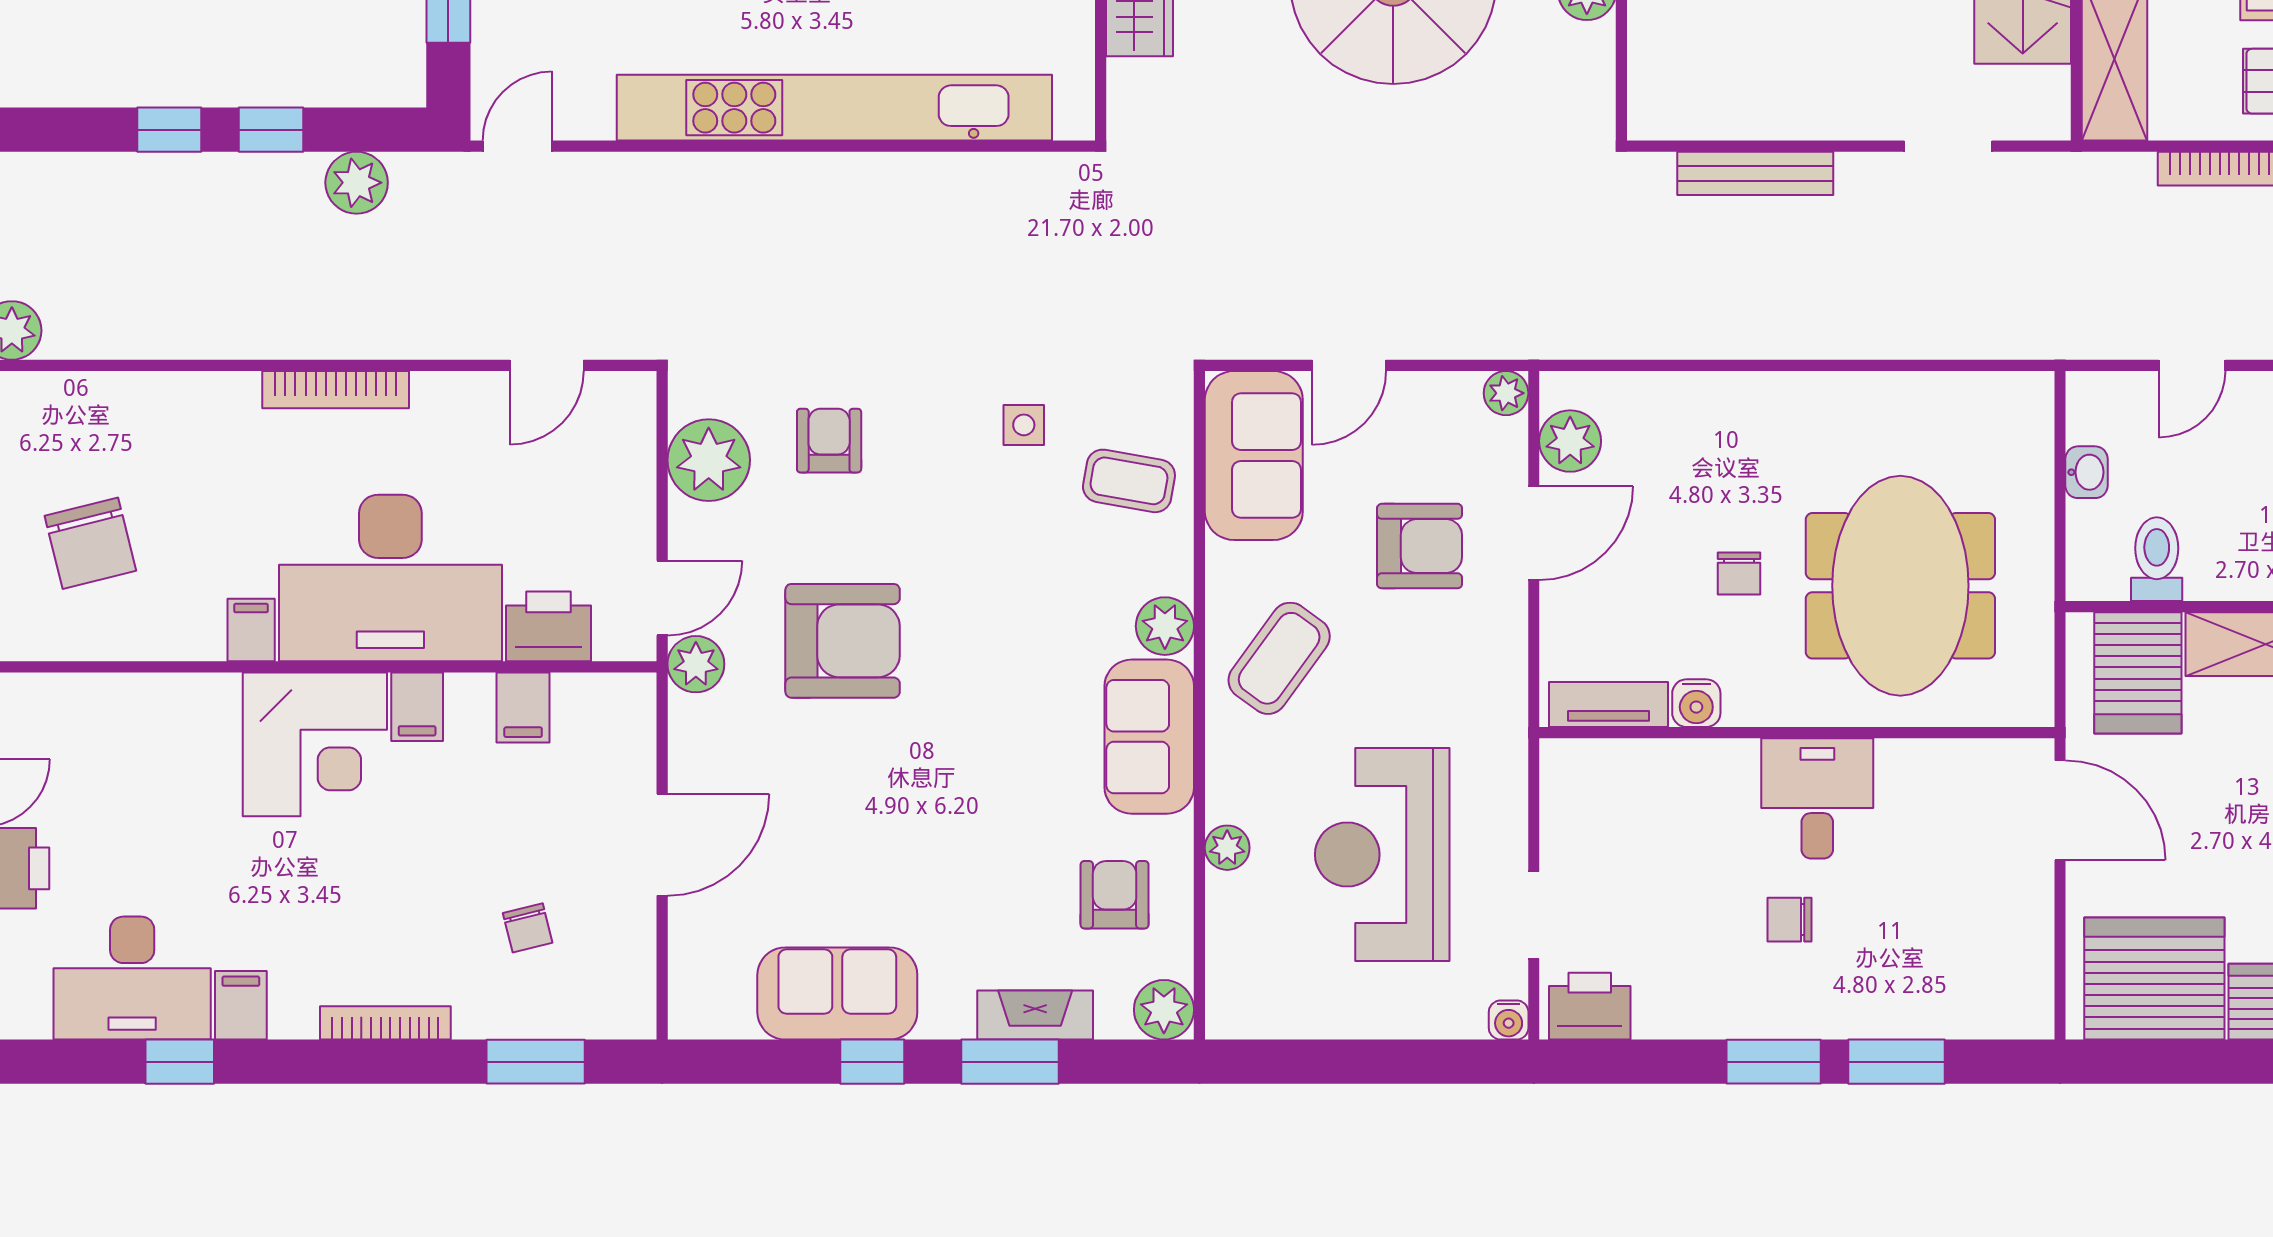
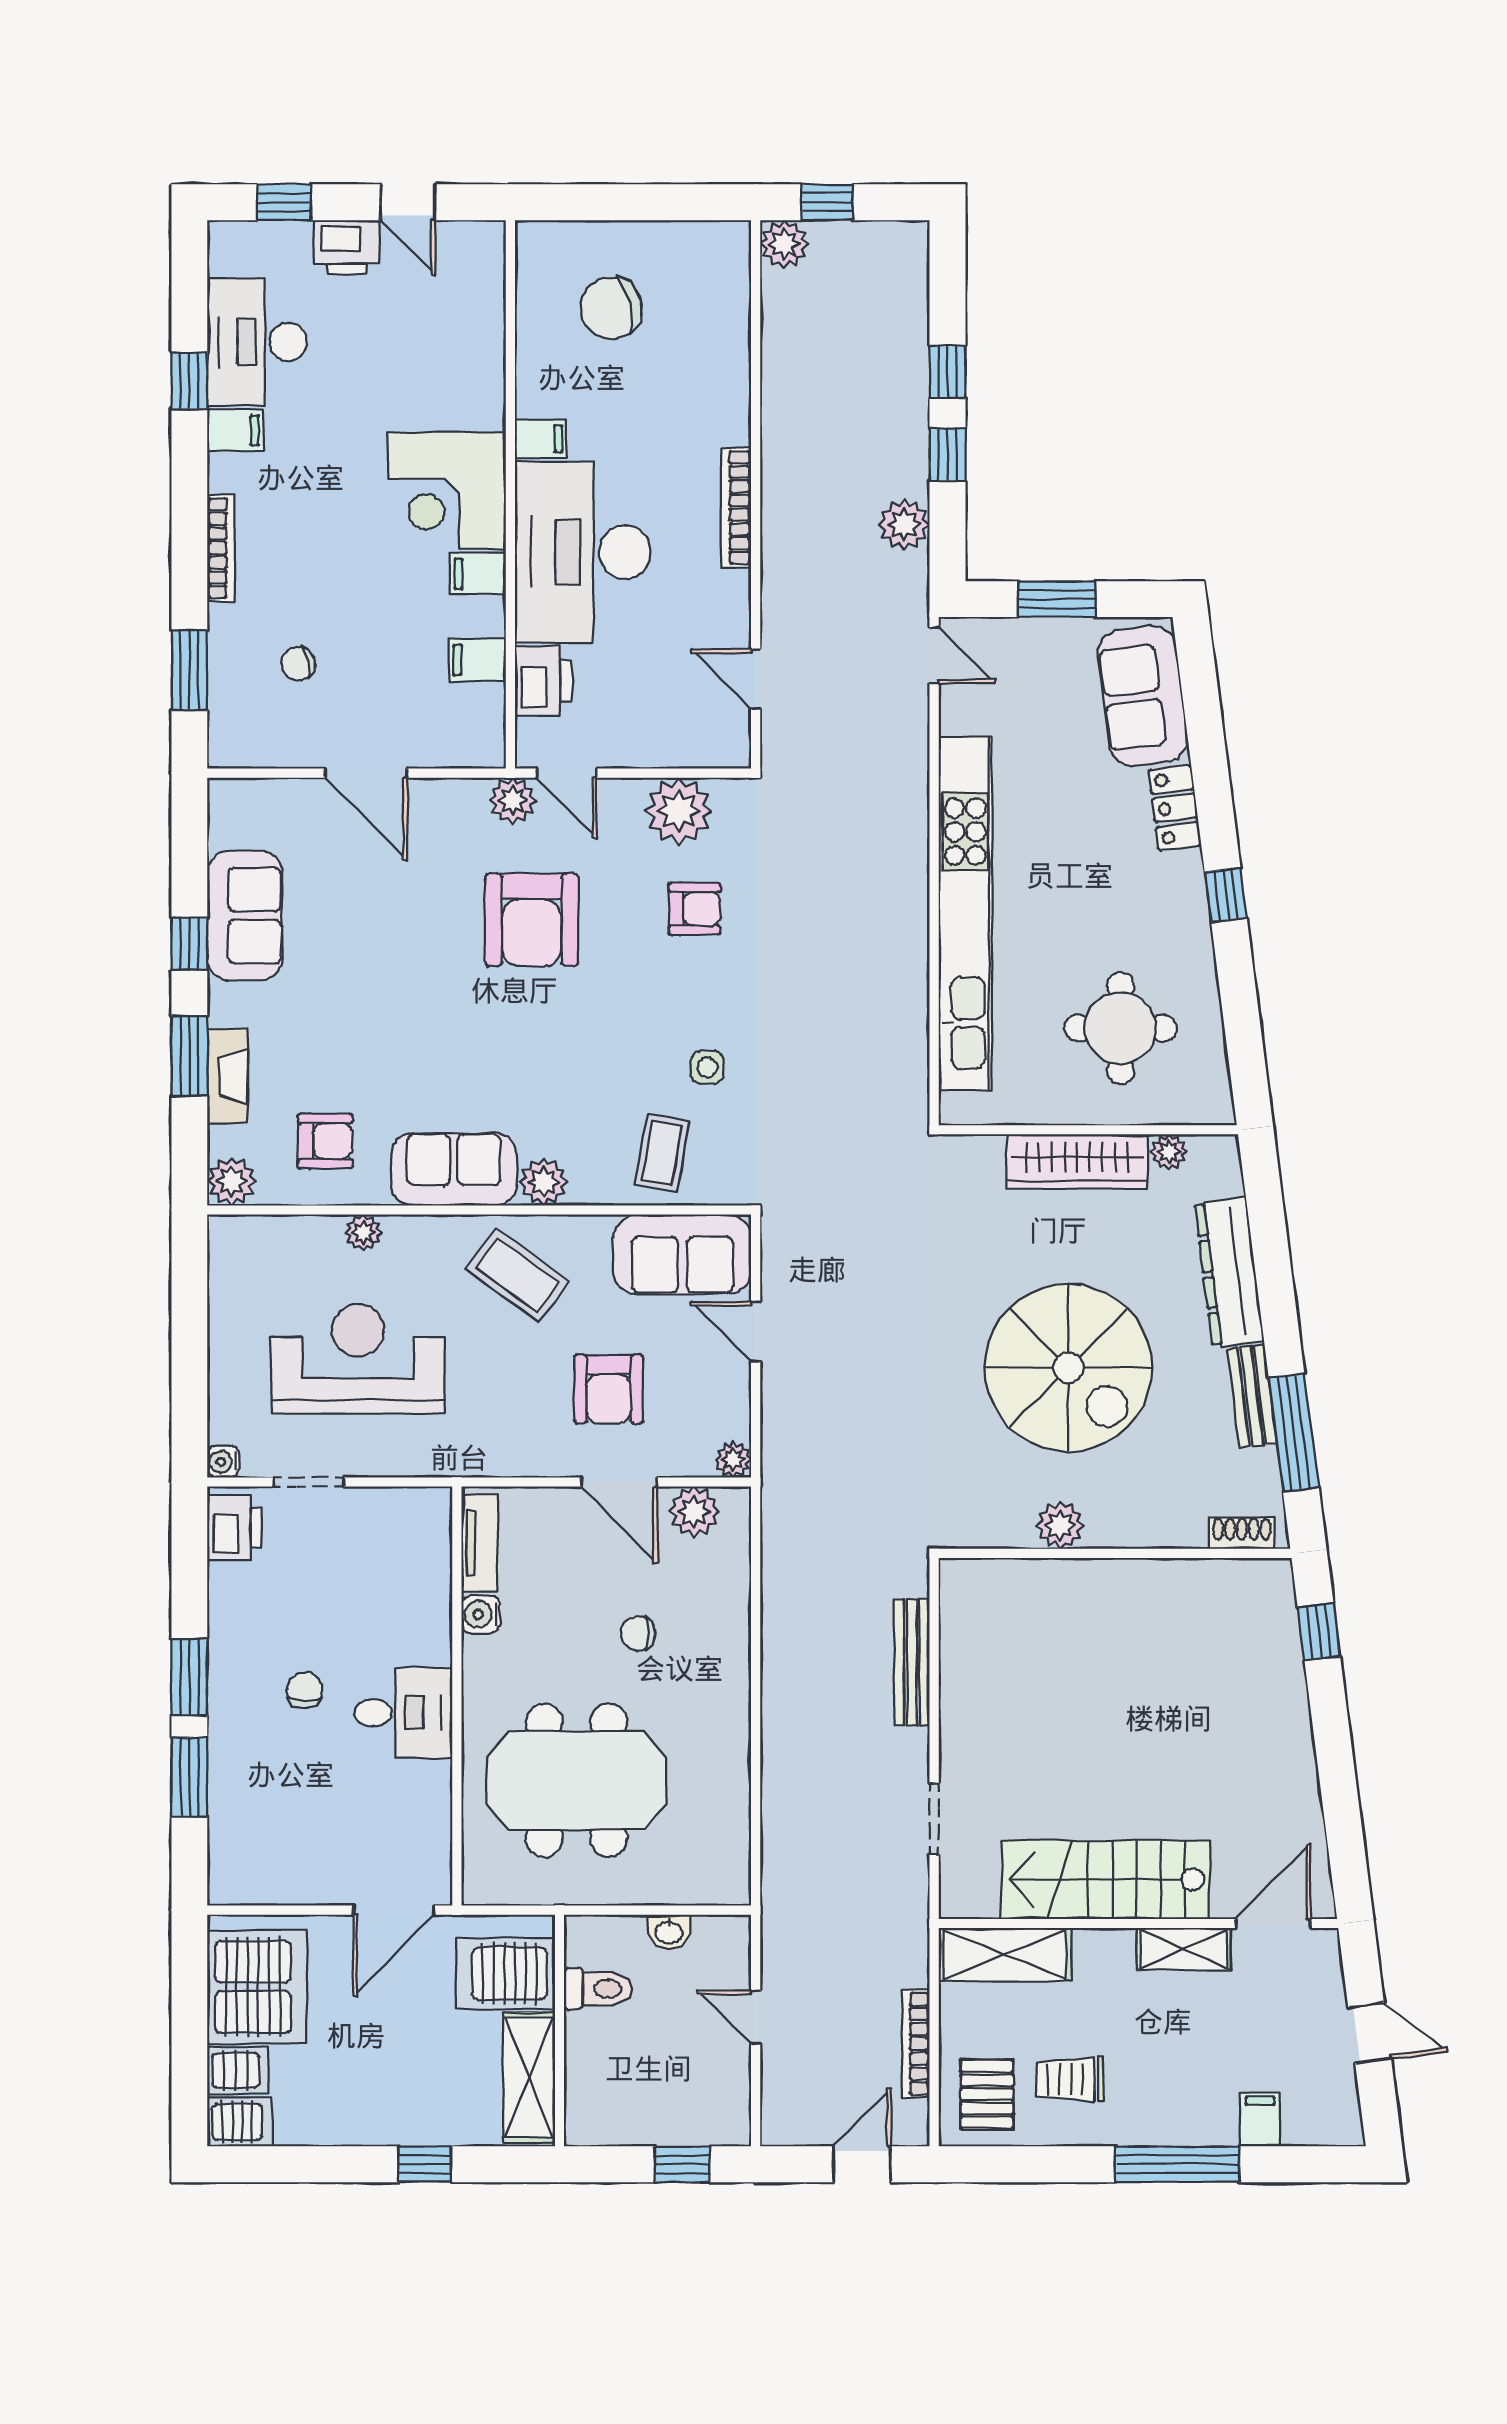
chair: (1739, 574) -> (638, 1633), moved

